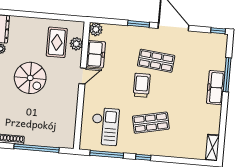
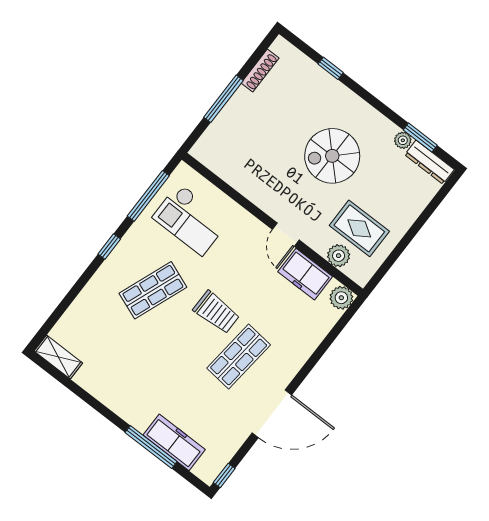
window: (139, 24) -> (309, 366), removed
freezer: (216, 88) -> (174, 442), moved
shop shelf: (151, 123) -> (153, 290), turned 33
window: (36, 148) -> (223, 99), width x0.68

